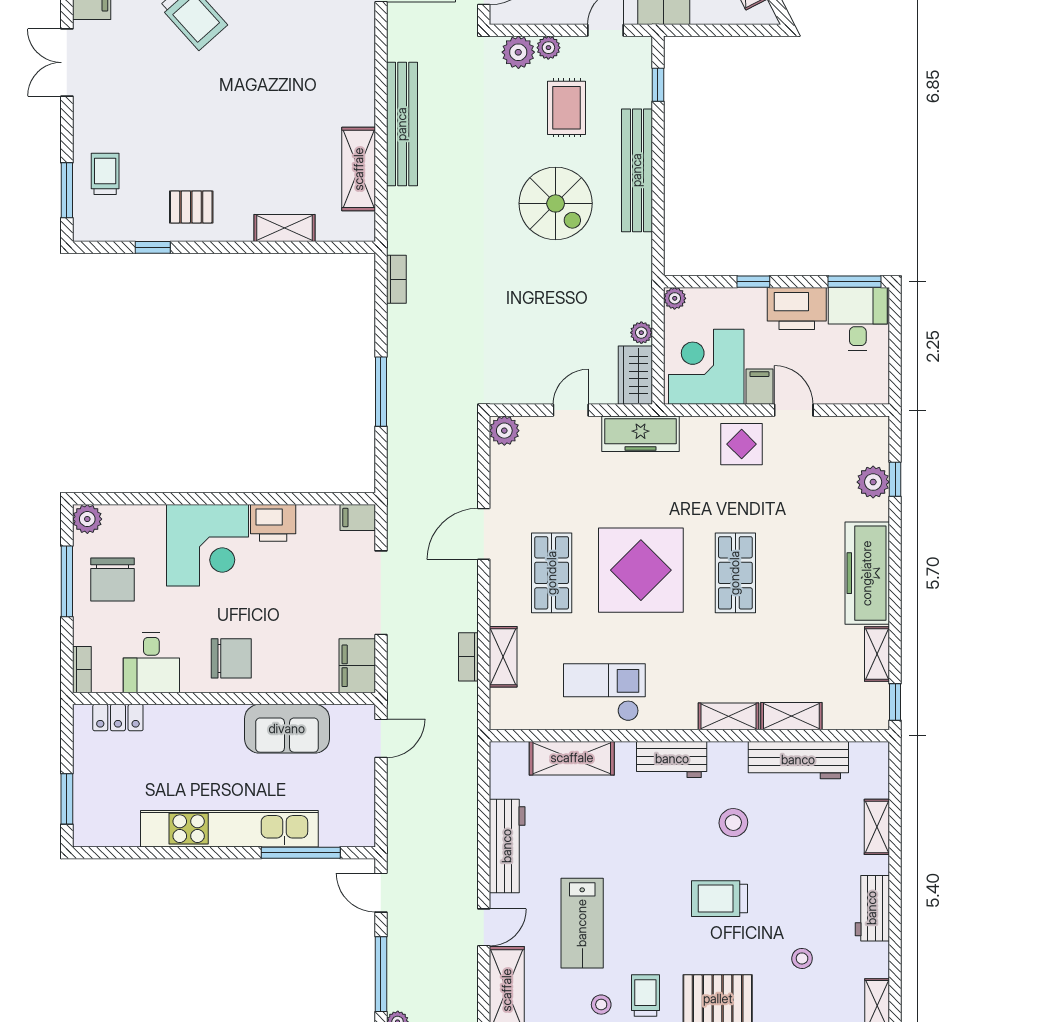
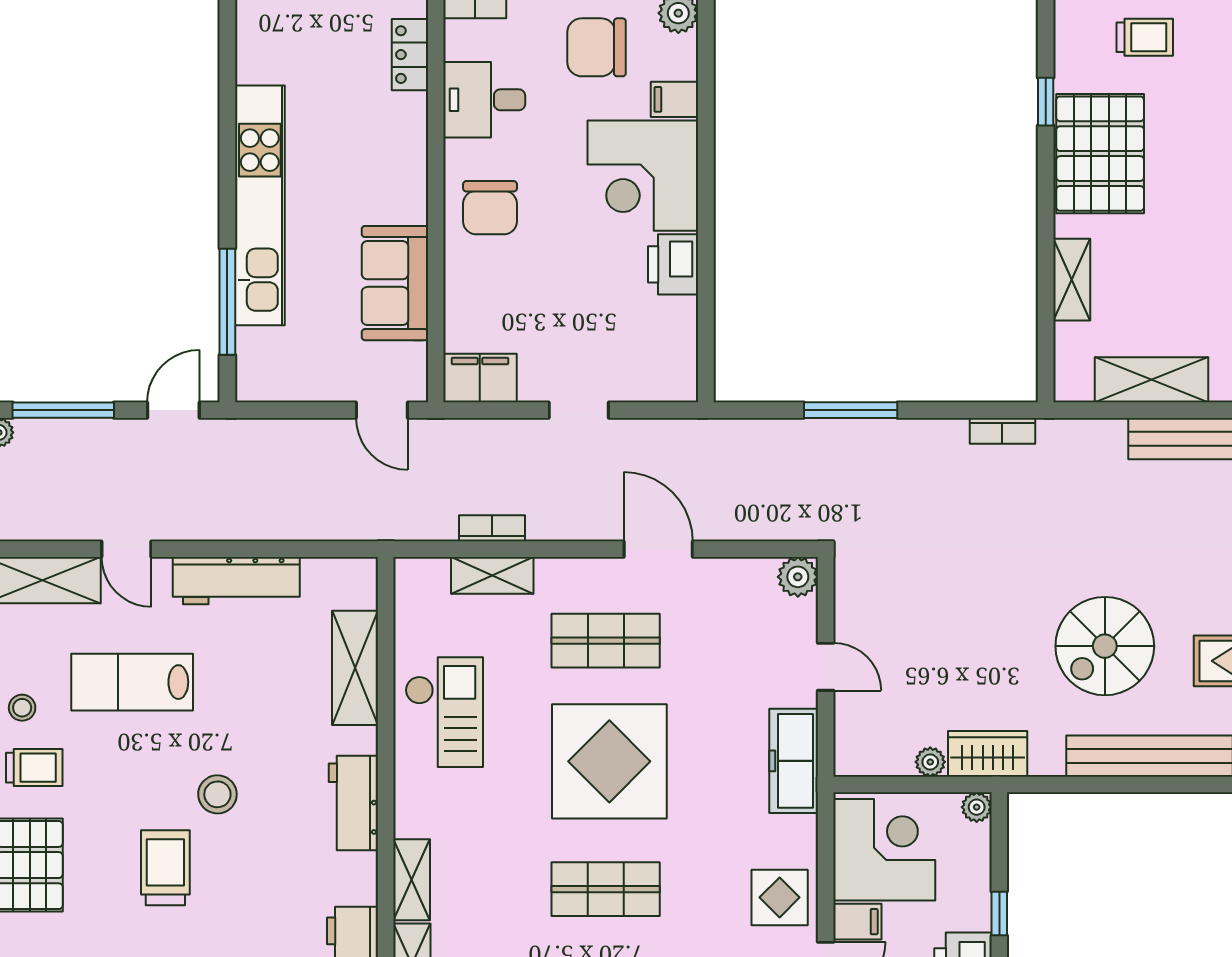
pallet: (191, 207) -> (1100, 154), width x2.05, depth x2.00
wardrobe: (635, 375) -> (988, 754), moved
filing cabinet: (358, 517) -> (674, 99), moved, turned -90
doorway: (381, 593) -> (579, 410), width x0.53
stool: (733, 823) -> (217, 794), moved

